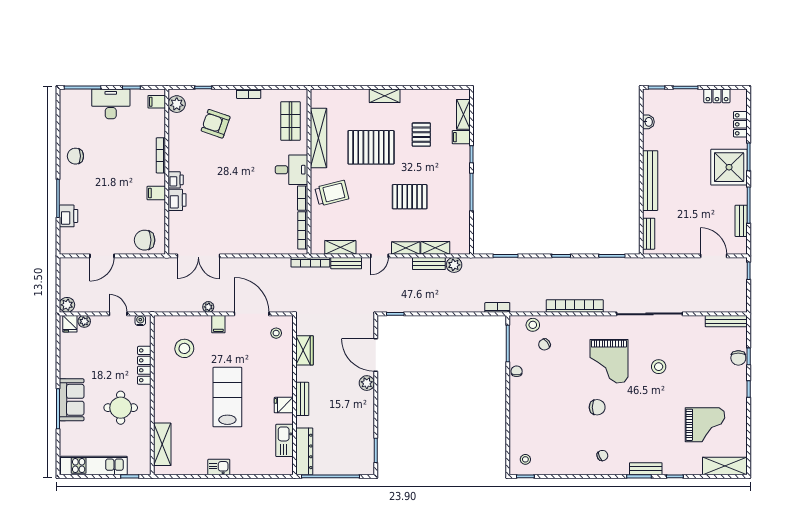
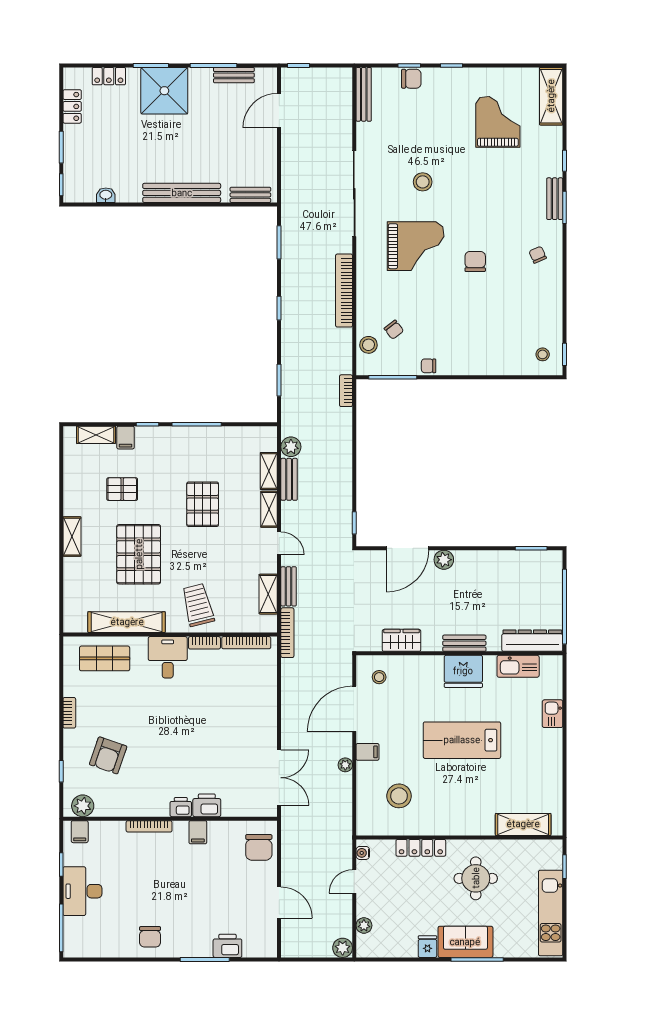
fridge: (70, 324) -> (427, 947), moved, turned -90
fridge: (284, 405) -> (463, 671), width x1.88, depth x1.34
kitchen sink: (219, 467) -> (553, 714), moved

